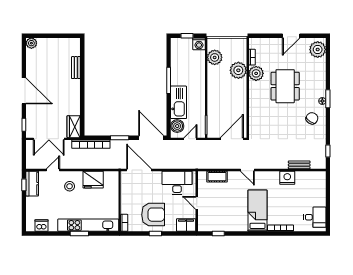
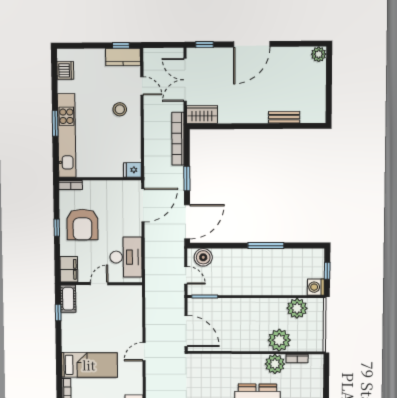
kitchen sink: (179, 102) -> (236, 259), removed
cot: (217, 177) -> (68, 299), moved
fridge: (93, 180) -> (132, 170), moved, width x0.53, depth x0.75

